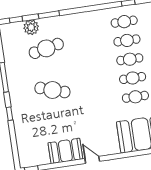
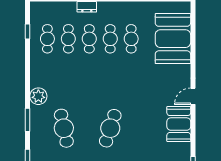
plant: (31, 27) -> (38, 96), moved

